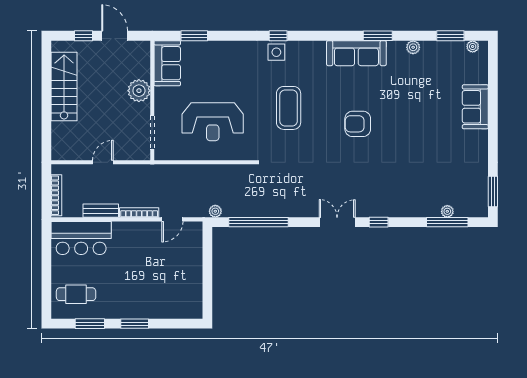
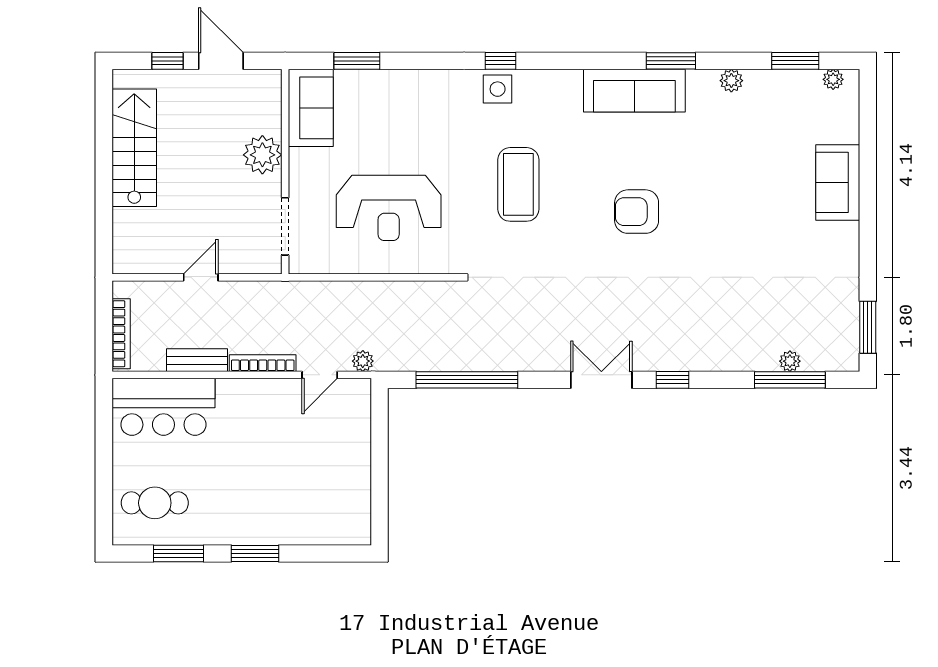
plant: (215, 211) -> (363, 361), moved

